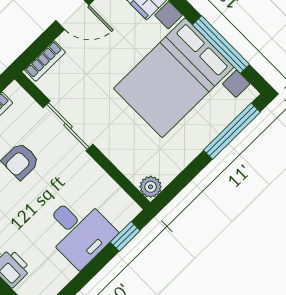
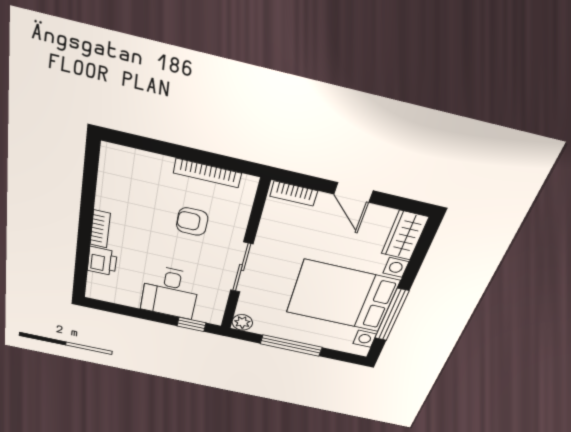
sliding door: (68, 126) -> (242, 268), moved
window: (232, 131) -> (291, 346), moved

